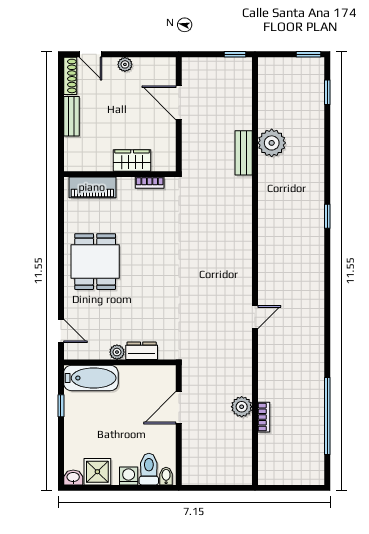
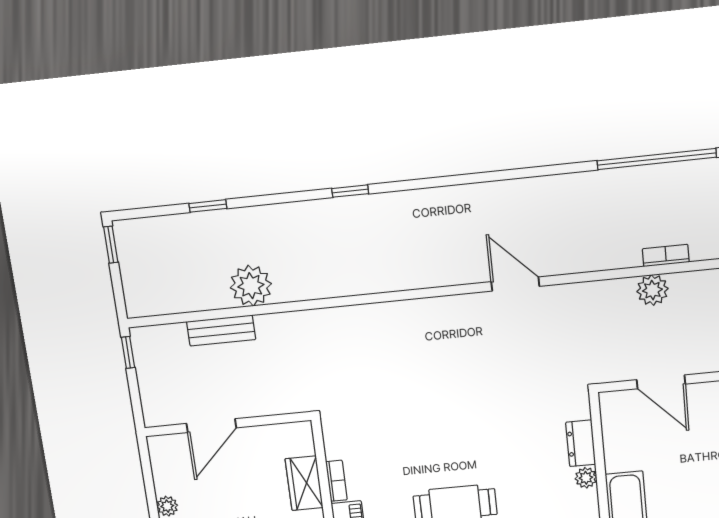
window: (327, 92) -> (208, 206), moved
bench: (244, 153) -> (221, 330), moved
bookcase: (150, 183) -> (336, 481), moved
door: (255, 317) -> (515, 284), width x1.38

